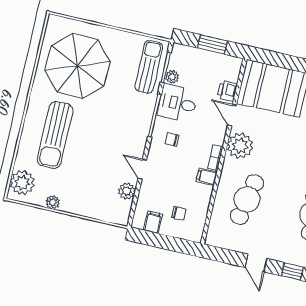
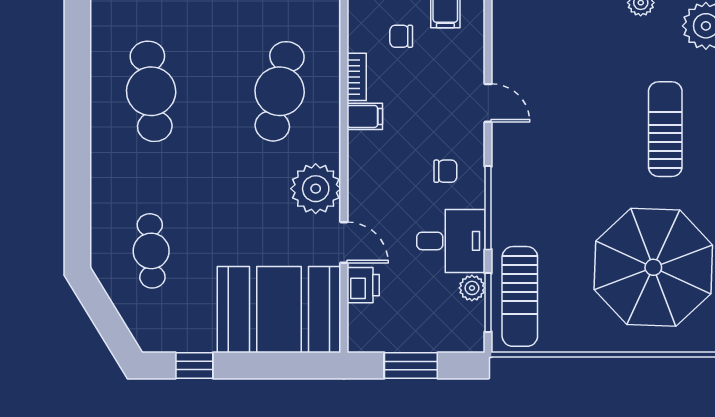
sun lounger: (55, 135) -> (665, 129), width x0.73, depth x0.75
bookcase: (215, 158) -> (357, 77), moved
plant: (127, 191) -> (507, 55), removed

